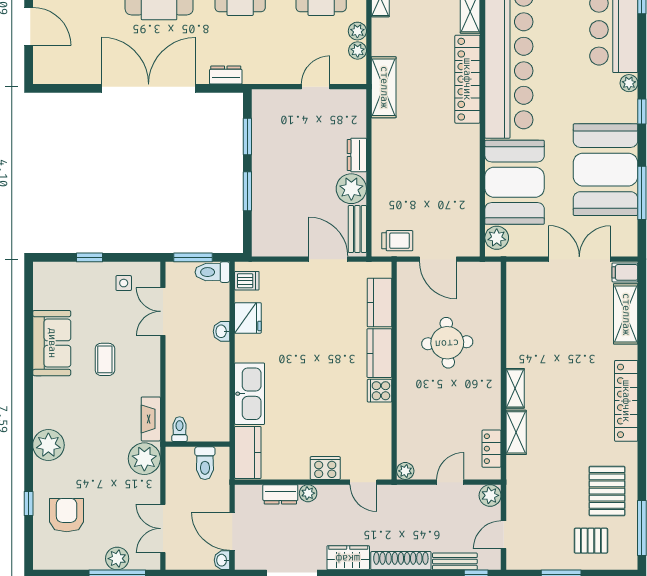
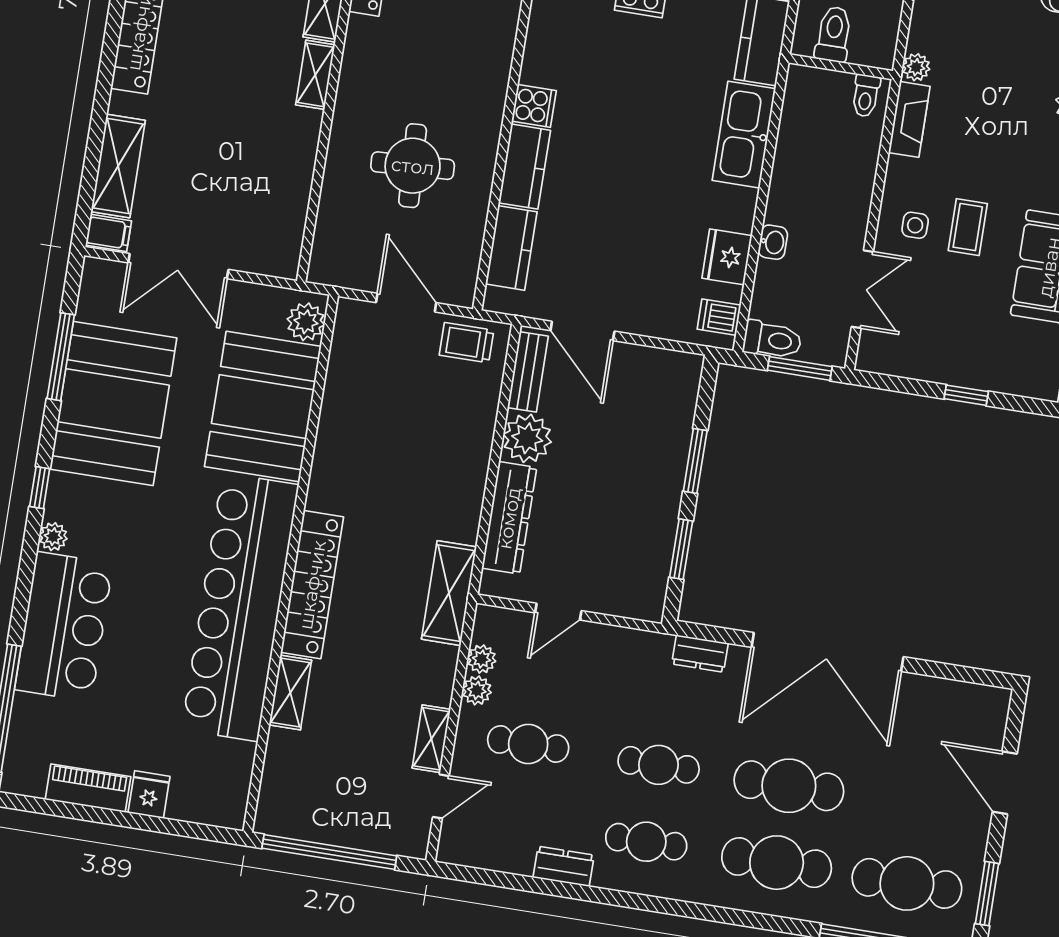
dresser: (357, 155) -> (509, 518), width x1.96, depth x1.24
side table: (124, 283) -> (915, 225), moved
plant: (144, 459) -> (916, 67), width x0.53, depth x0.53

